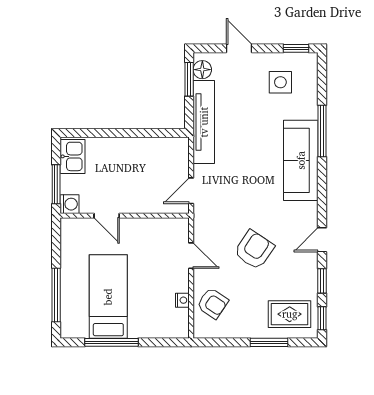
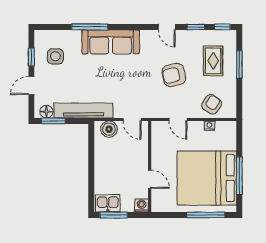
window: (296, 48) -> (31, 57), moved
boiler: (177, 158) -> (109, 129), added
window: (56, 184) -> (114, 215), moved
door: (107, 216) -> (150, 179), hinge flipped
armchair: (254, 250) -> (174, 75), turned -47
door: (191, 256) -> (178, 120), swing flipped
bed: (108, 297) -> (207, 178), width x2.04
rug: (290, 314) -> (213, 61), moved

